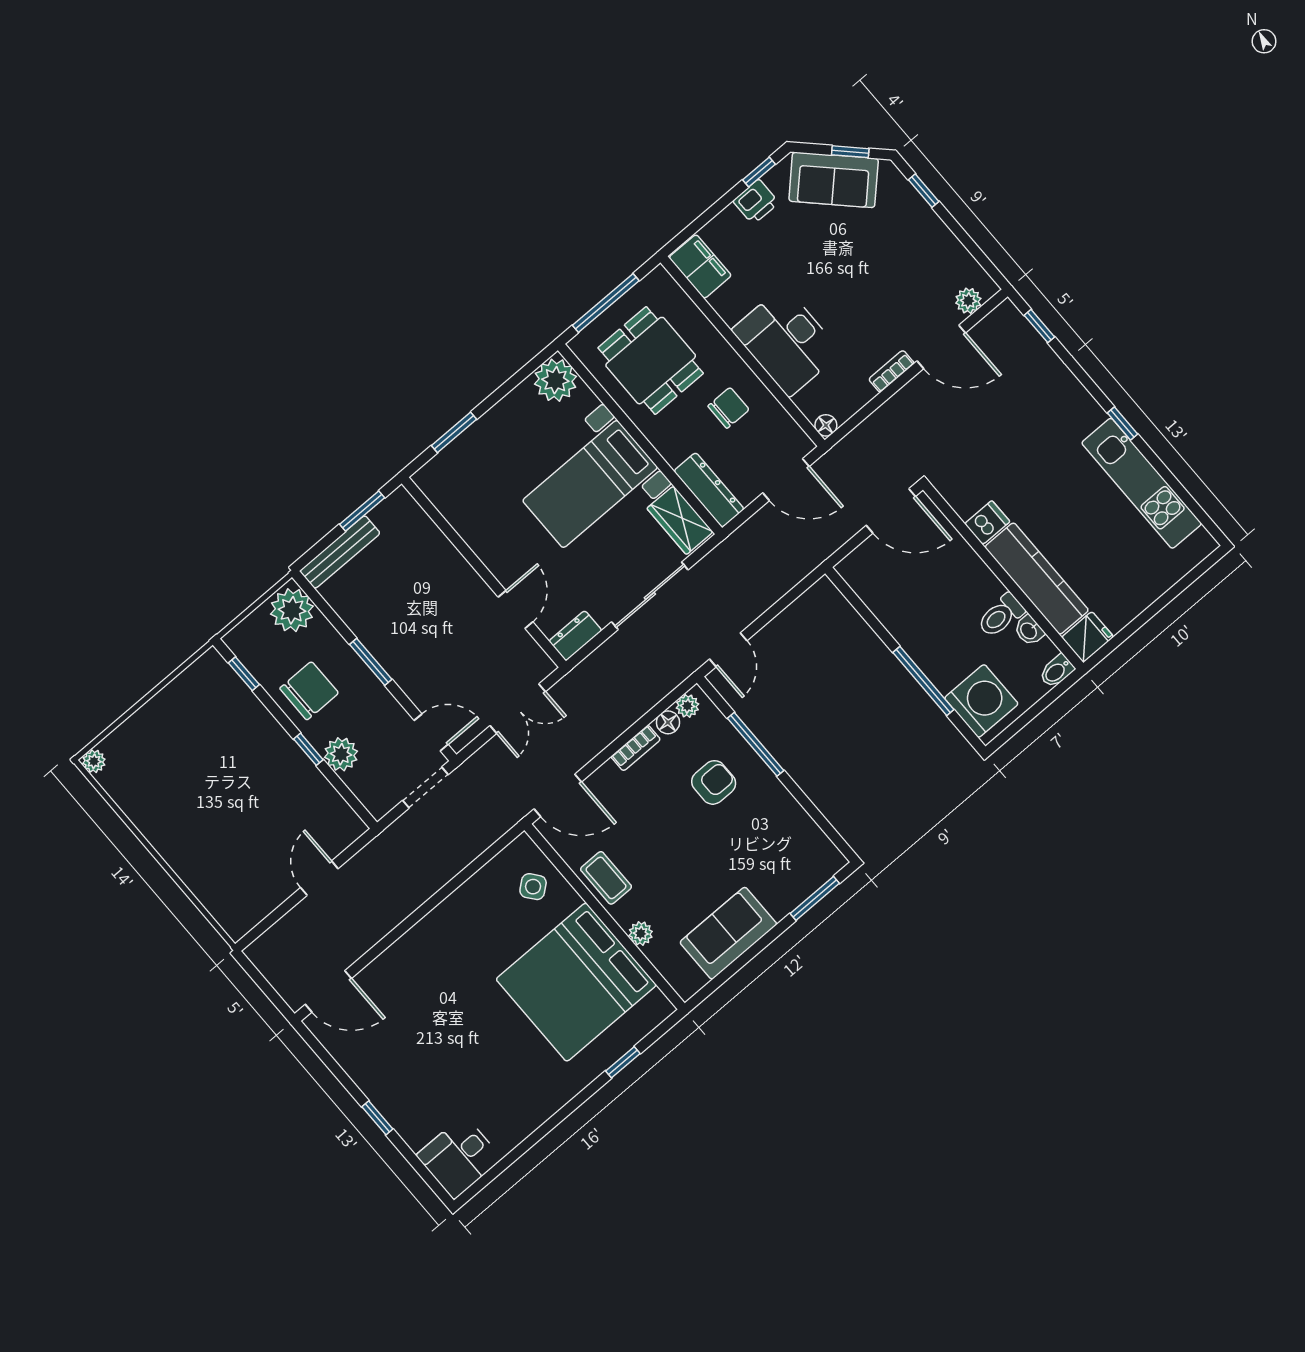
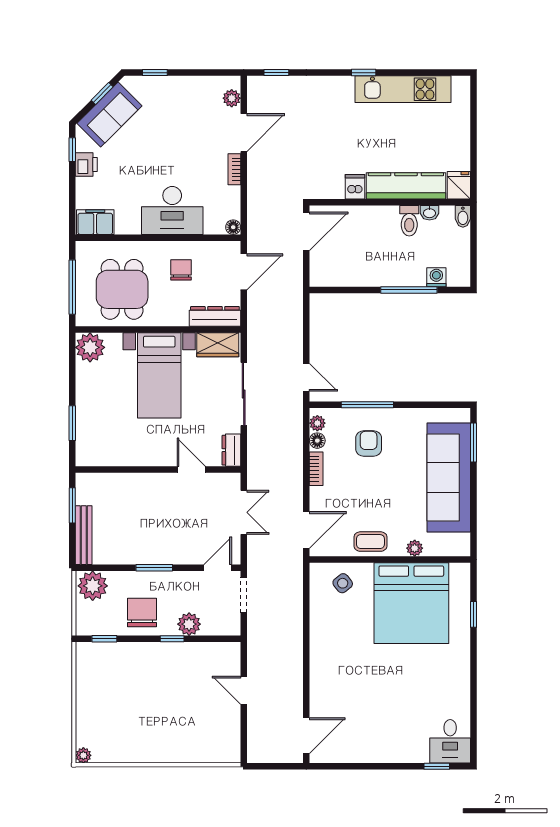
dining table: (651, 361) -> (122, 289), turned 90
washing machine: (981, 701) -> (436, 277), width x0.53, depth x0.53
sofa: (728, 933) -> (449, 478), width x1.85, depth x1.27
window: (377, 1118) -> (437, 766), moved

